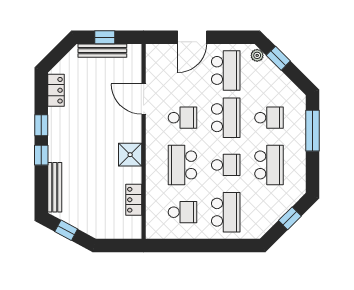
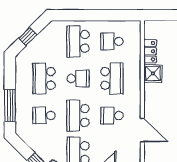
shower: (130, 155) -> (153, 74), moved
school desk: (226, 165) -> (78, 78), turned 180

